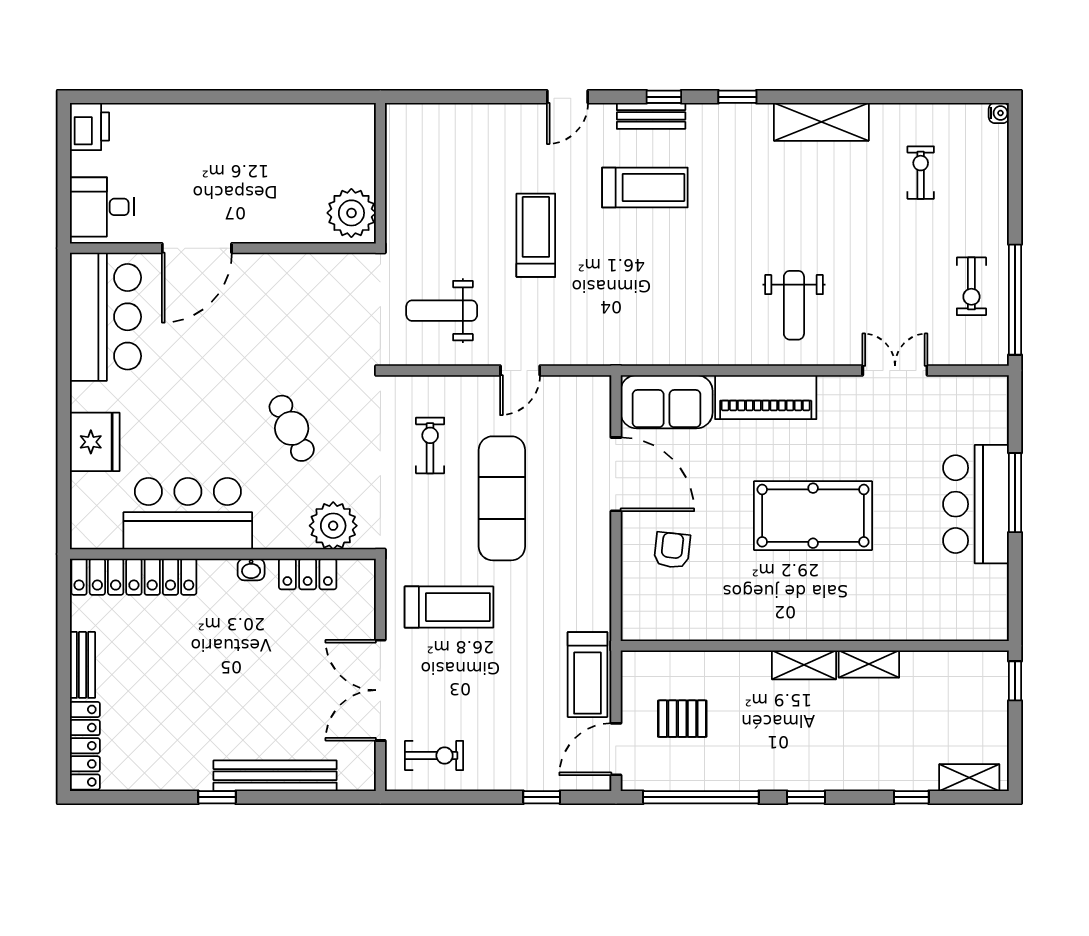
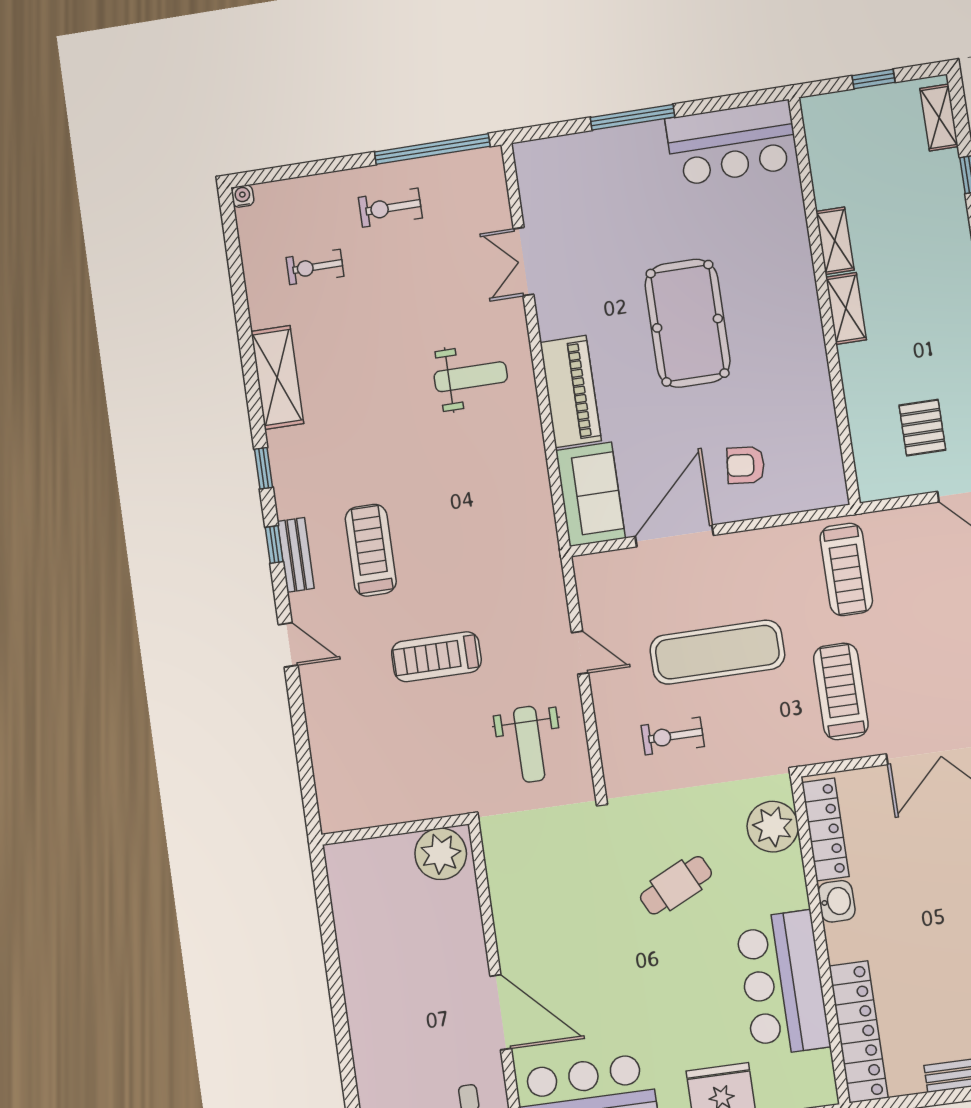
exercise bike: (971, 286) -> (390, 208), moved, turned 180
bar counter: (976, 504) -> (732, 143), moved
washbasin: (251, 569) -> (837, 901), width x1.38, depth x1.45
locker: (308, 574) -> (825, 830), width x1.53
treadmill: (587, 675) -> (846, 569), moved, turned 90
window: (1015, 681) -> (873, 79), moved

